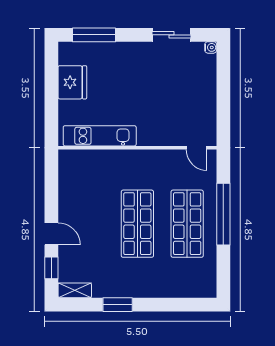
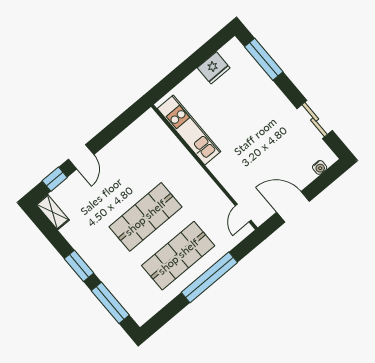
water cooler: (211, 47) -> (320, 167), moved
fridge: (72, 82) -> (214, 68), width x0.73, depth x0.75
door: (223, 106) -> (293, 207), added
window: (118, 305) -> (79, 266), moved
window: (180, 305) -> (110, 303), added

